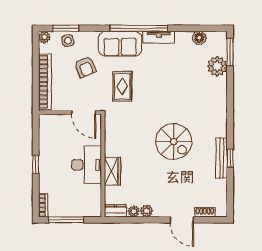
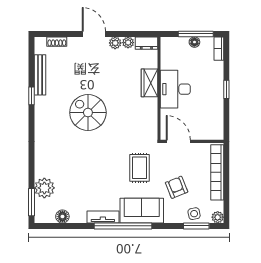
bench: (222, 158) -> (40, 75), moved
floor lamp: (67, 212) -> (194, 42), added
door: (182, 220) -> (94, 34), moved

